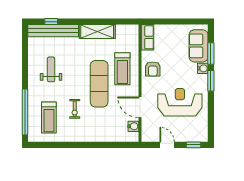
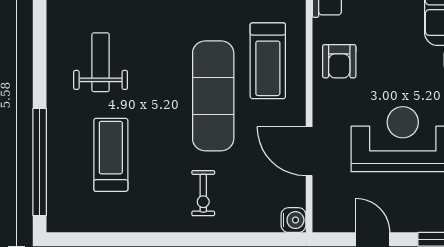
exercise bike: (75, 109) -> (203, 193), moved
treadmill: (49, 118) -> (111, 155), moved, turned 180
water cooler: (133, 126) -> (293, 220), moved

